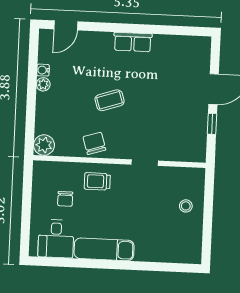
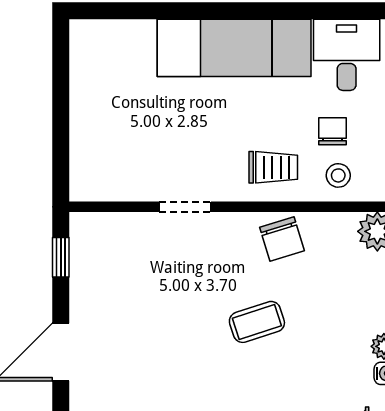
window: (212, 124) -> (61, 257), moved
stool: (186, 206) -> (338, 175), moved
exam couch: (104, 249) -> (234, 48), width x1.36, depth x1.45

